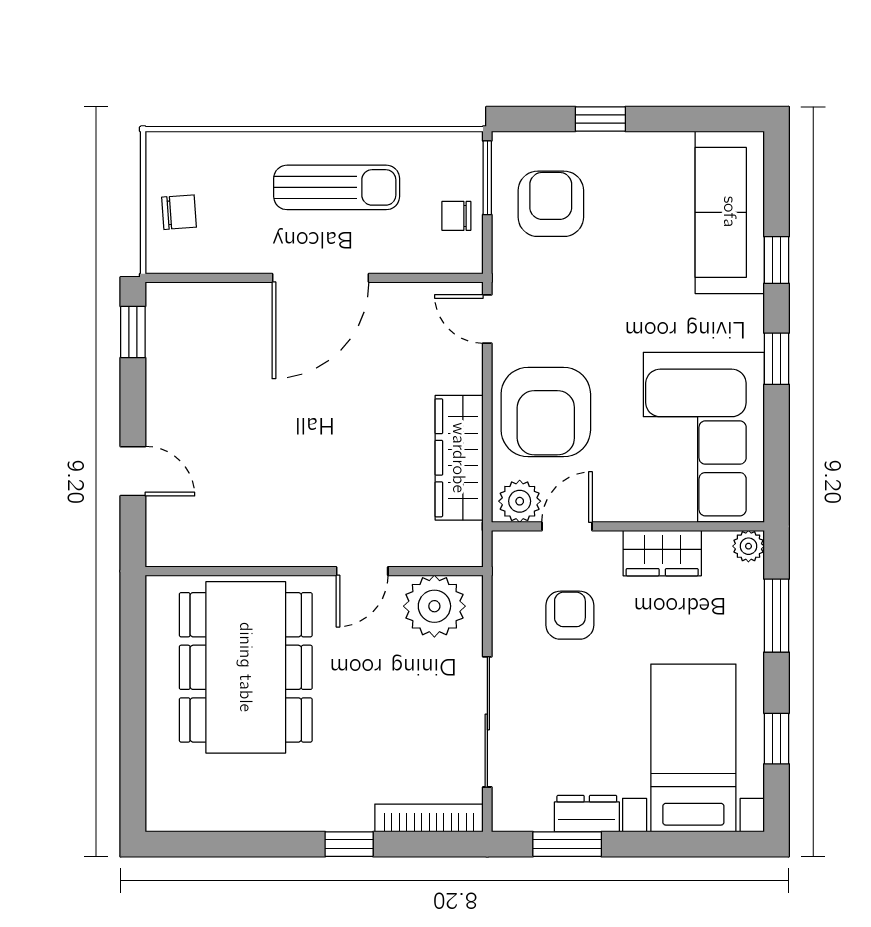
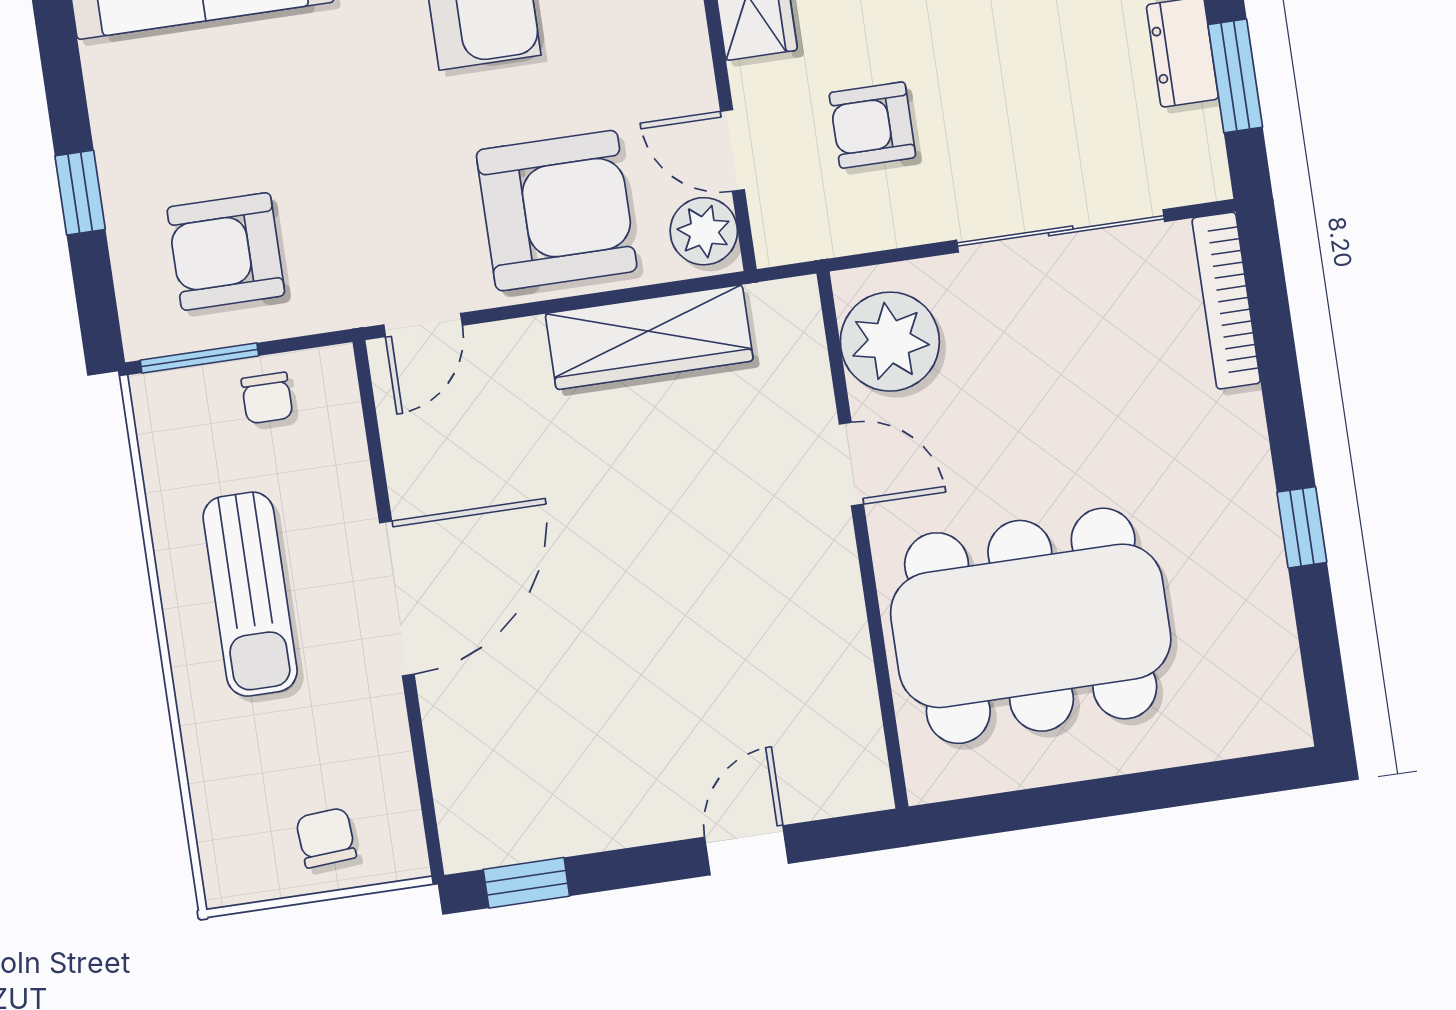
sun lounger: (337, 187) -> (250, 594), turned 180
door: (321, 278) -> (397, 599), hinge flipped
window: (349, 844) -> (1302, 527), moved

